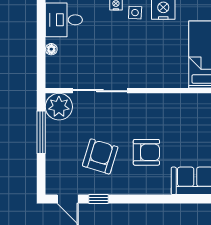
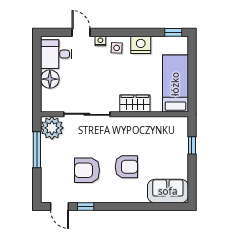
floor lamp: (51, 49) -> (50, 79), width x1.89, depth x1.89
wardrobe: (156, 78) -> (135, 103), added
armchair: (100, 156) -> (87, 170), turned -107

